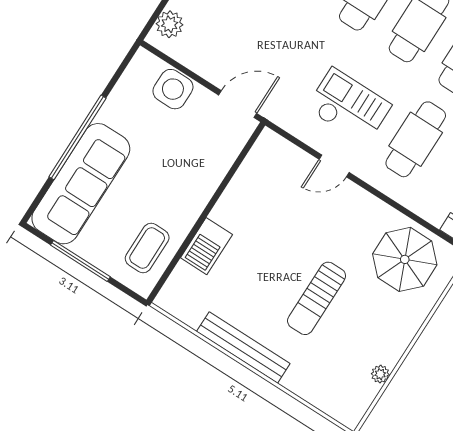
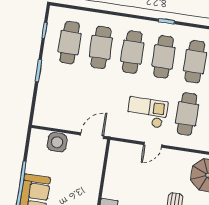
plant: (170, 24) -> (41, 111), removed

